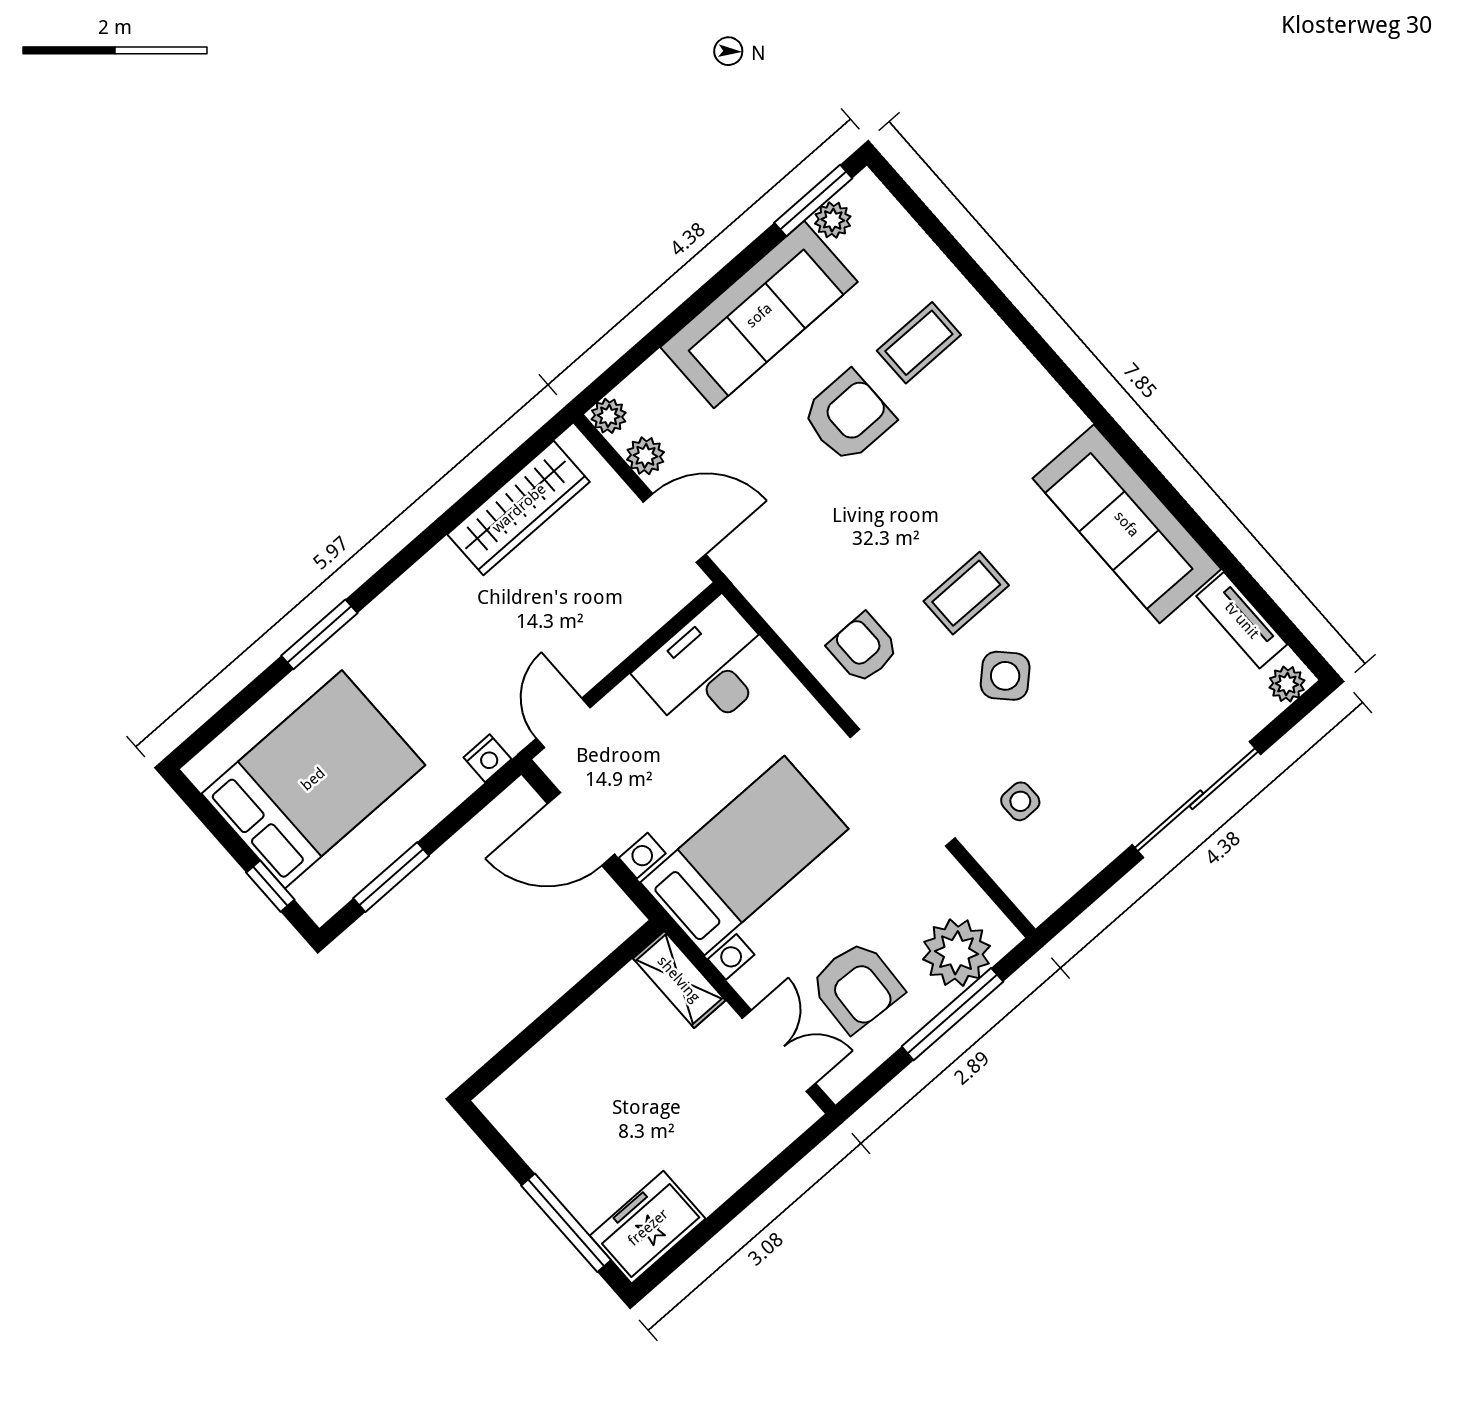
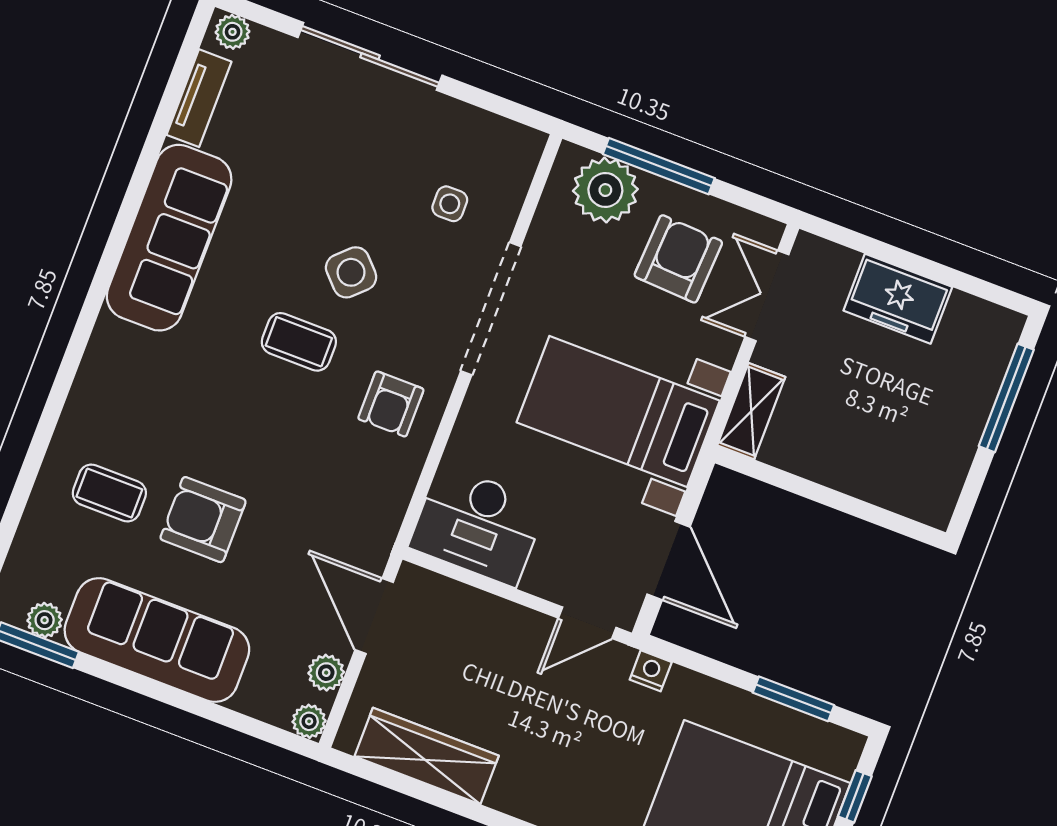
freezer: (648, 1227) -> (898, 299), moved

